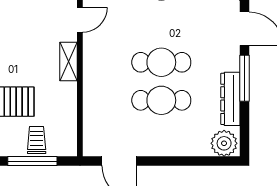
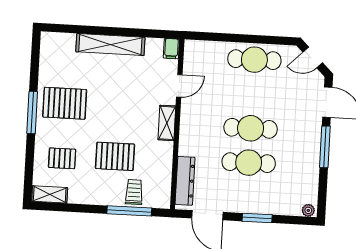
dresser: (230, 99) -> (185, 181), moved, turned 180
plant: (224, 143) -> (308, 210), width x0.53, depth x0.53
window: (174, 161) -> (257, 218), added

